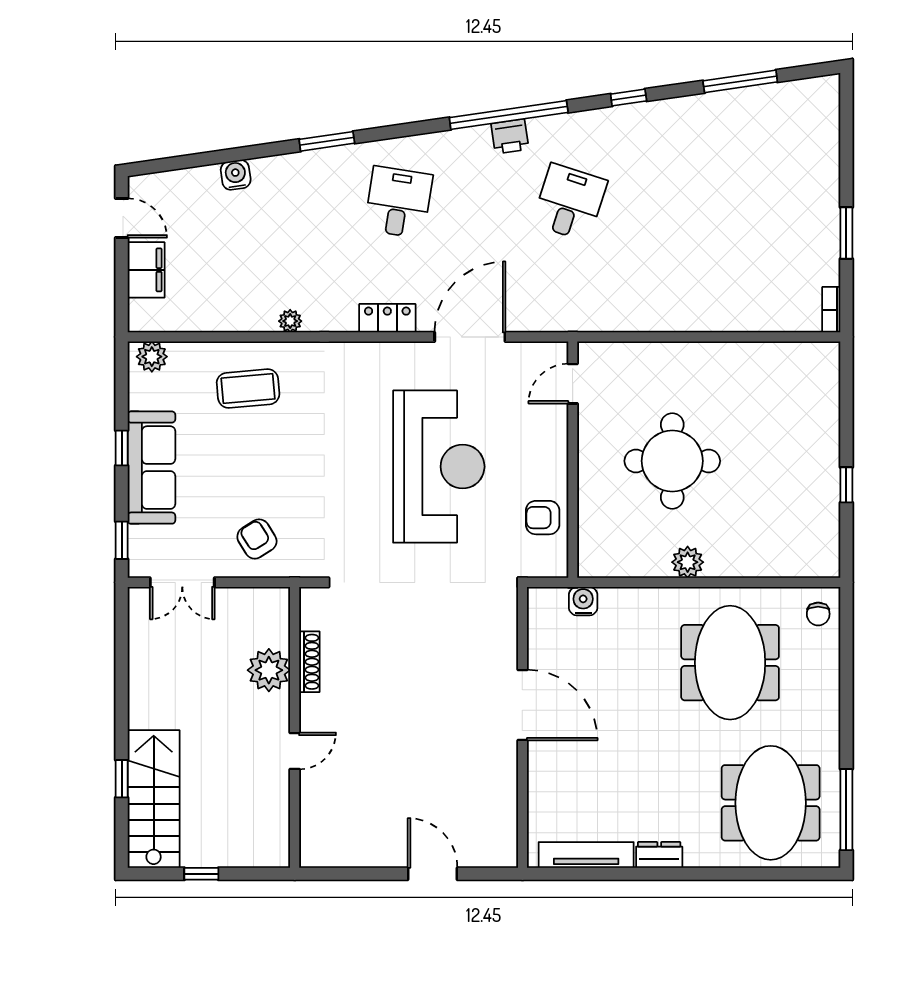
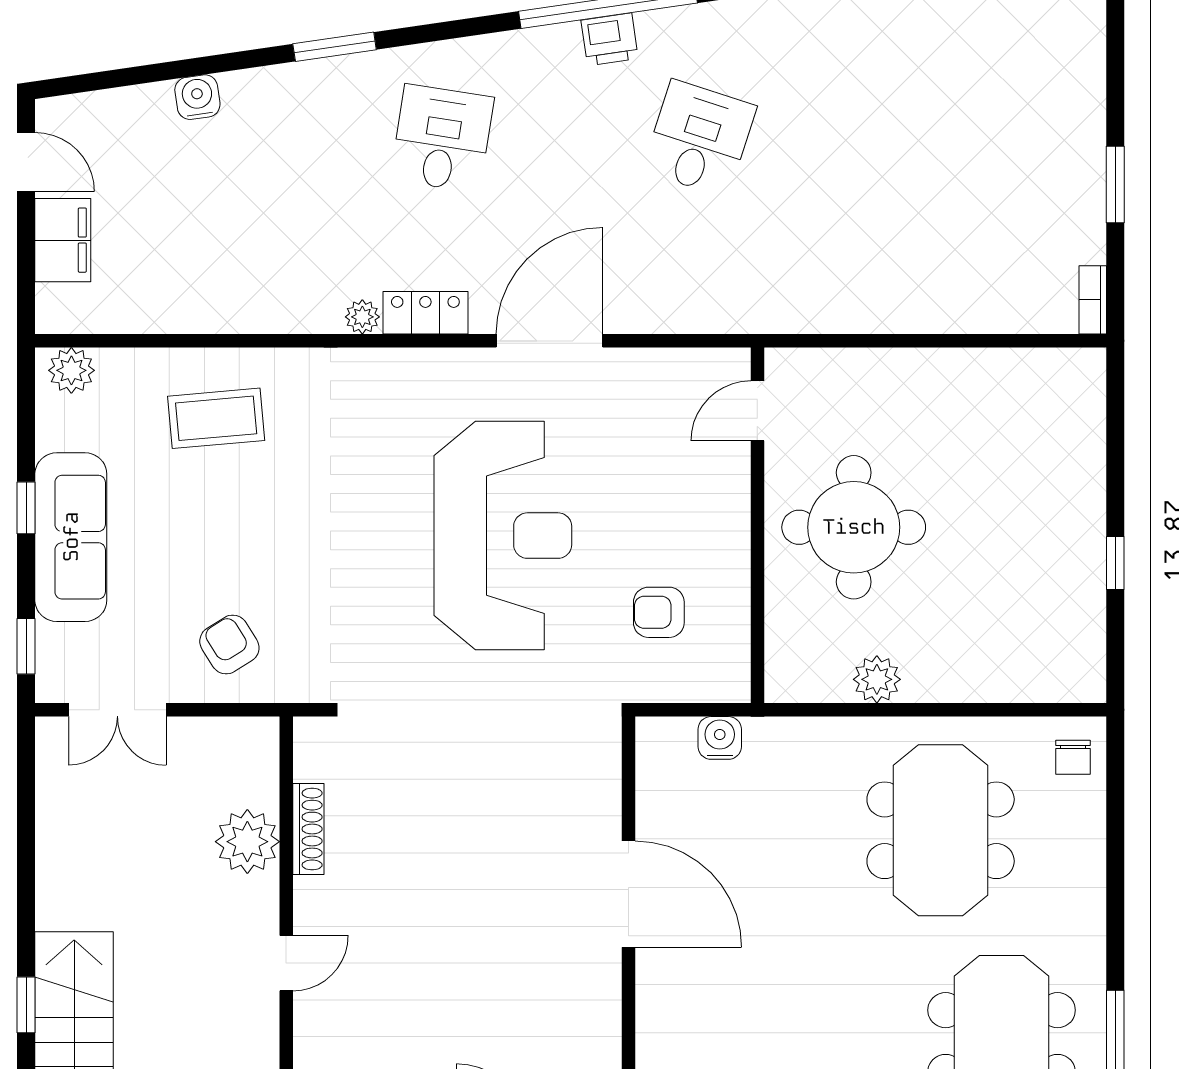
plant: (290, 321) -> (362, 317), moved
door: (573, 384) -> (757, 411), moved
wall: (573, 460) -> (757, 525), moved

